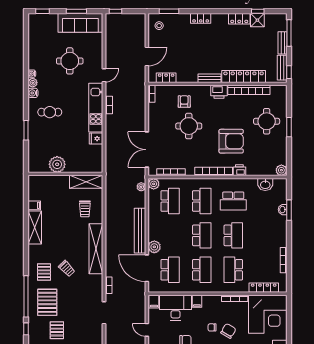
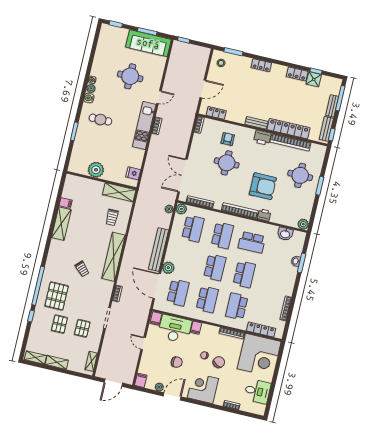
fridge: (96, 139) -> (133, 173), moved
pallet: (44, 272) -> (82, 328), moved

